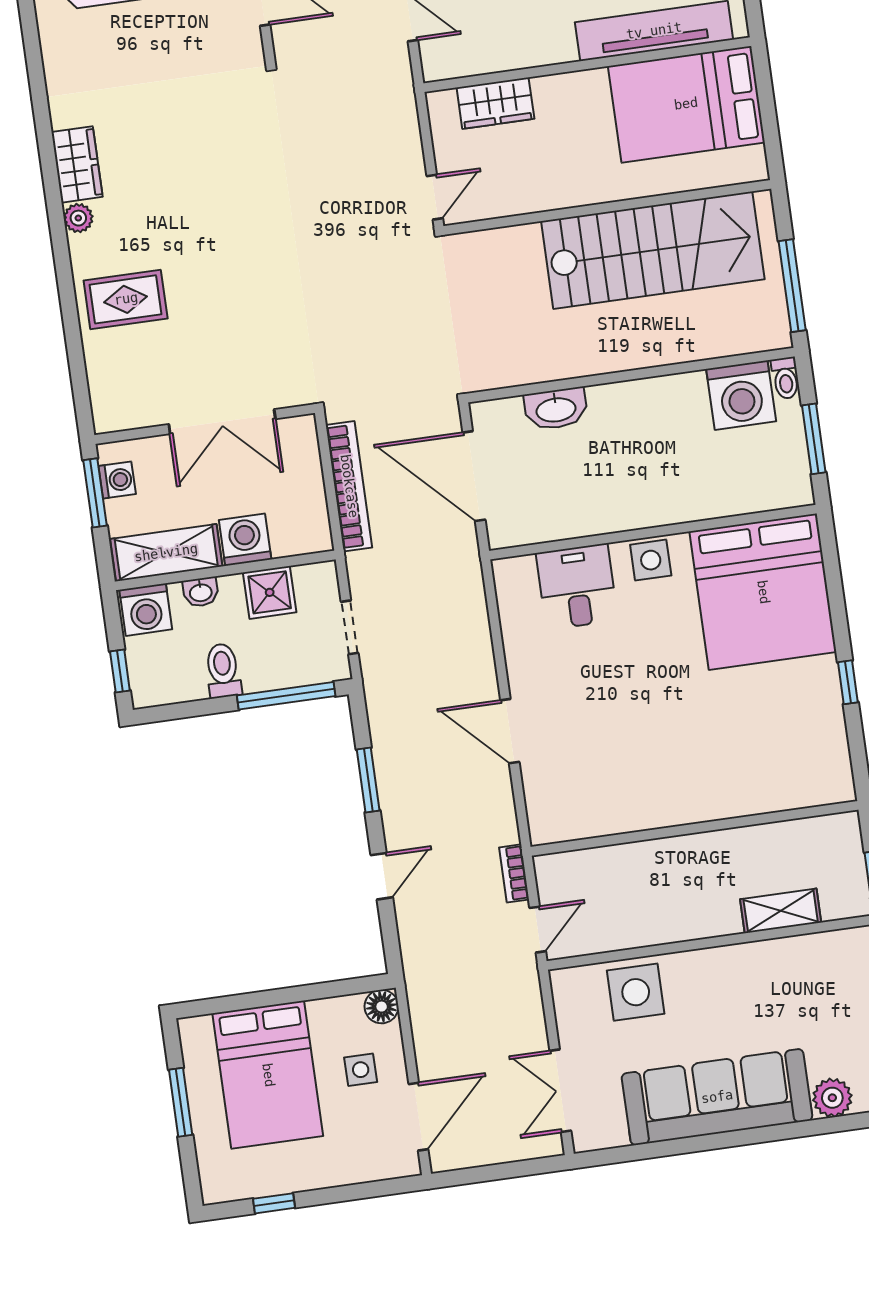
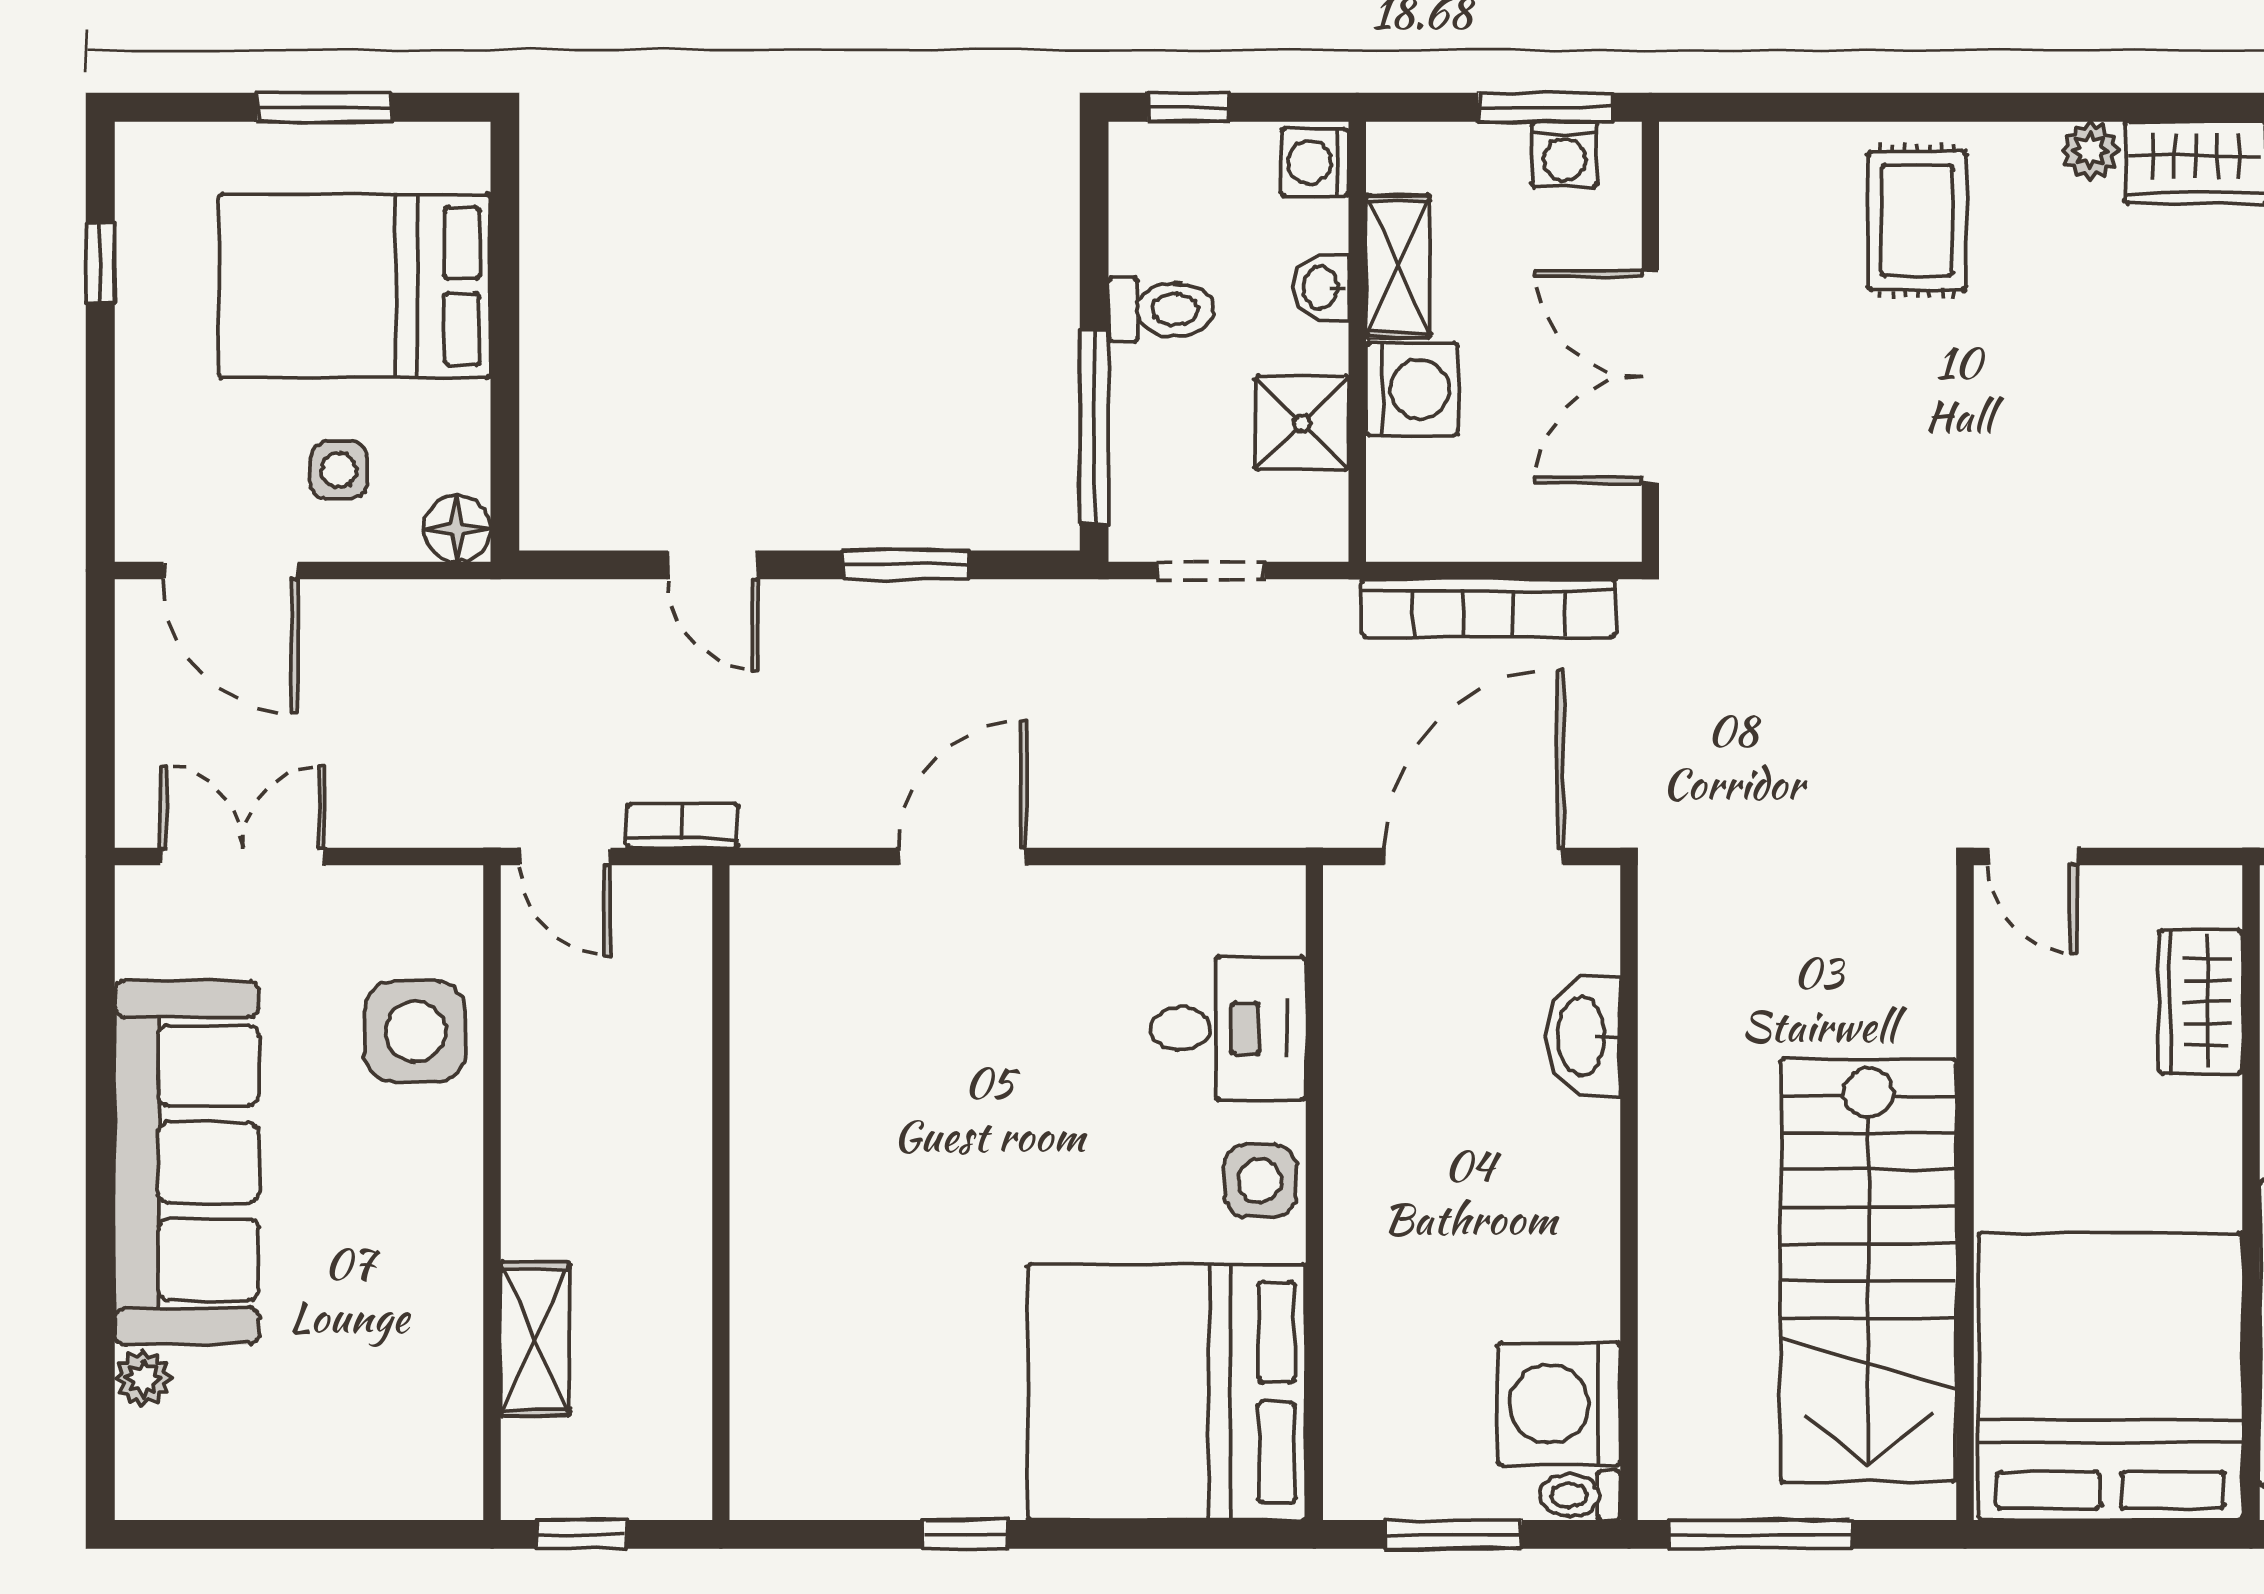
bed: (686, 104) -> (2110, 1377), width x1.36
shelving: (166, 553) -> (1398, 266), width x0.67, depth x0.75
washing machine: (146, 610) -> (1315, 162), width x0.73, depth x0.73
plant: (832, 1098) -> (143, 1378), width x0.73, depth x0.73

